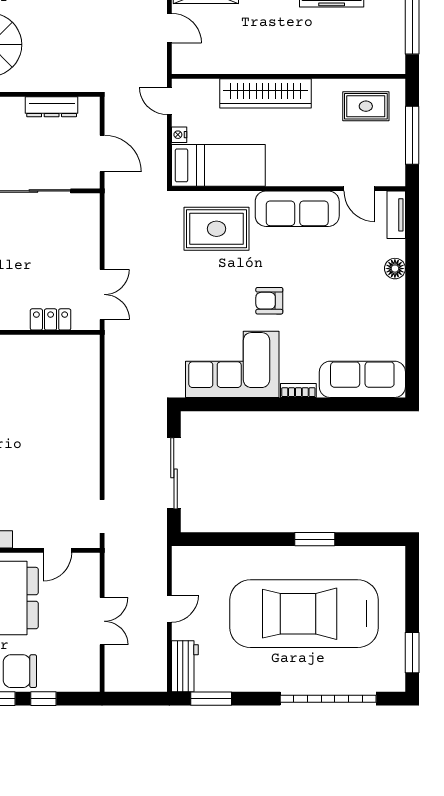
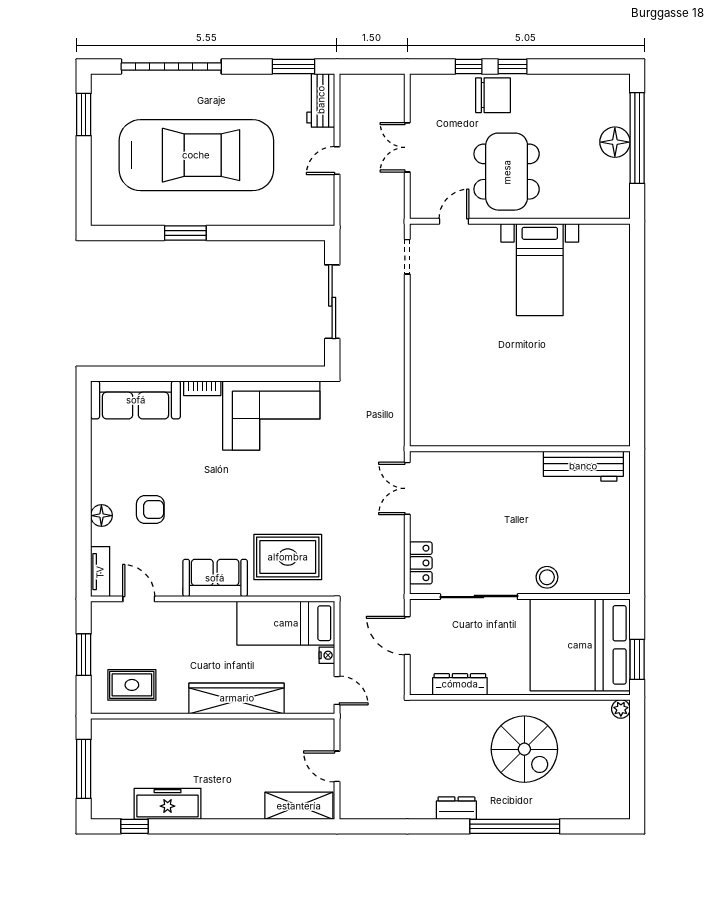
window: (412, 135) -> (84, 655), width x0.69
sofa: (297, 209) -> (215, 578), width x0.73
armchair: (269, 301) -> (150, 510), moved
locker: (51, 319) -> (421, 563), moved, turned -90

